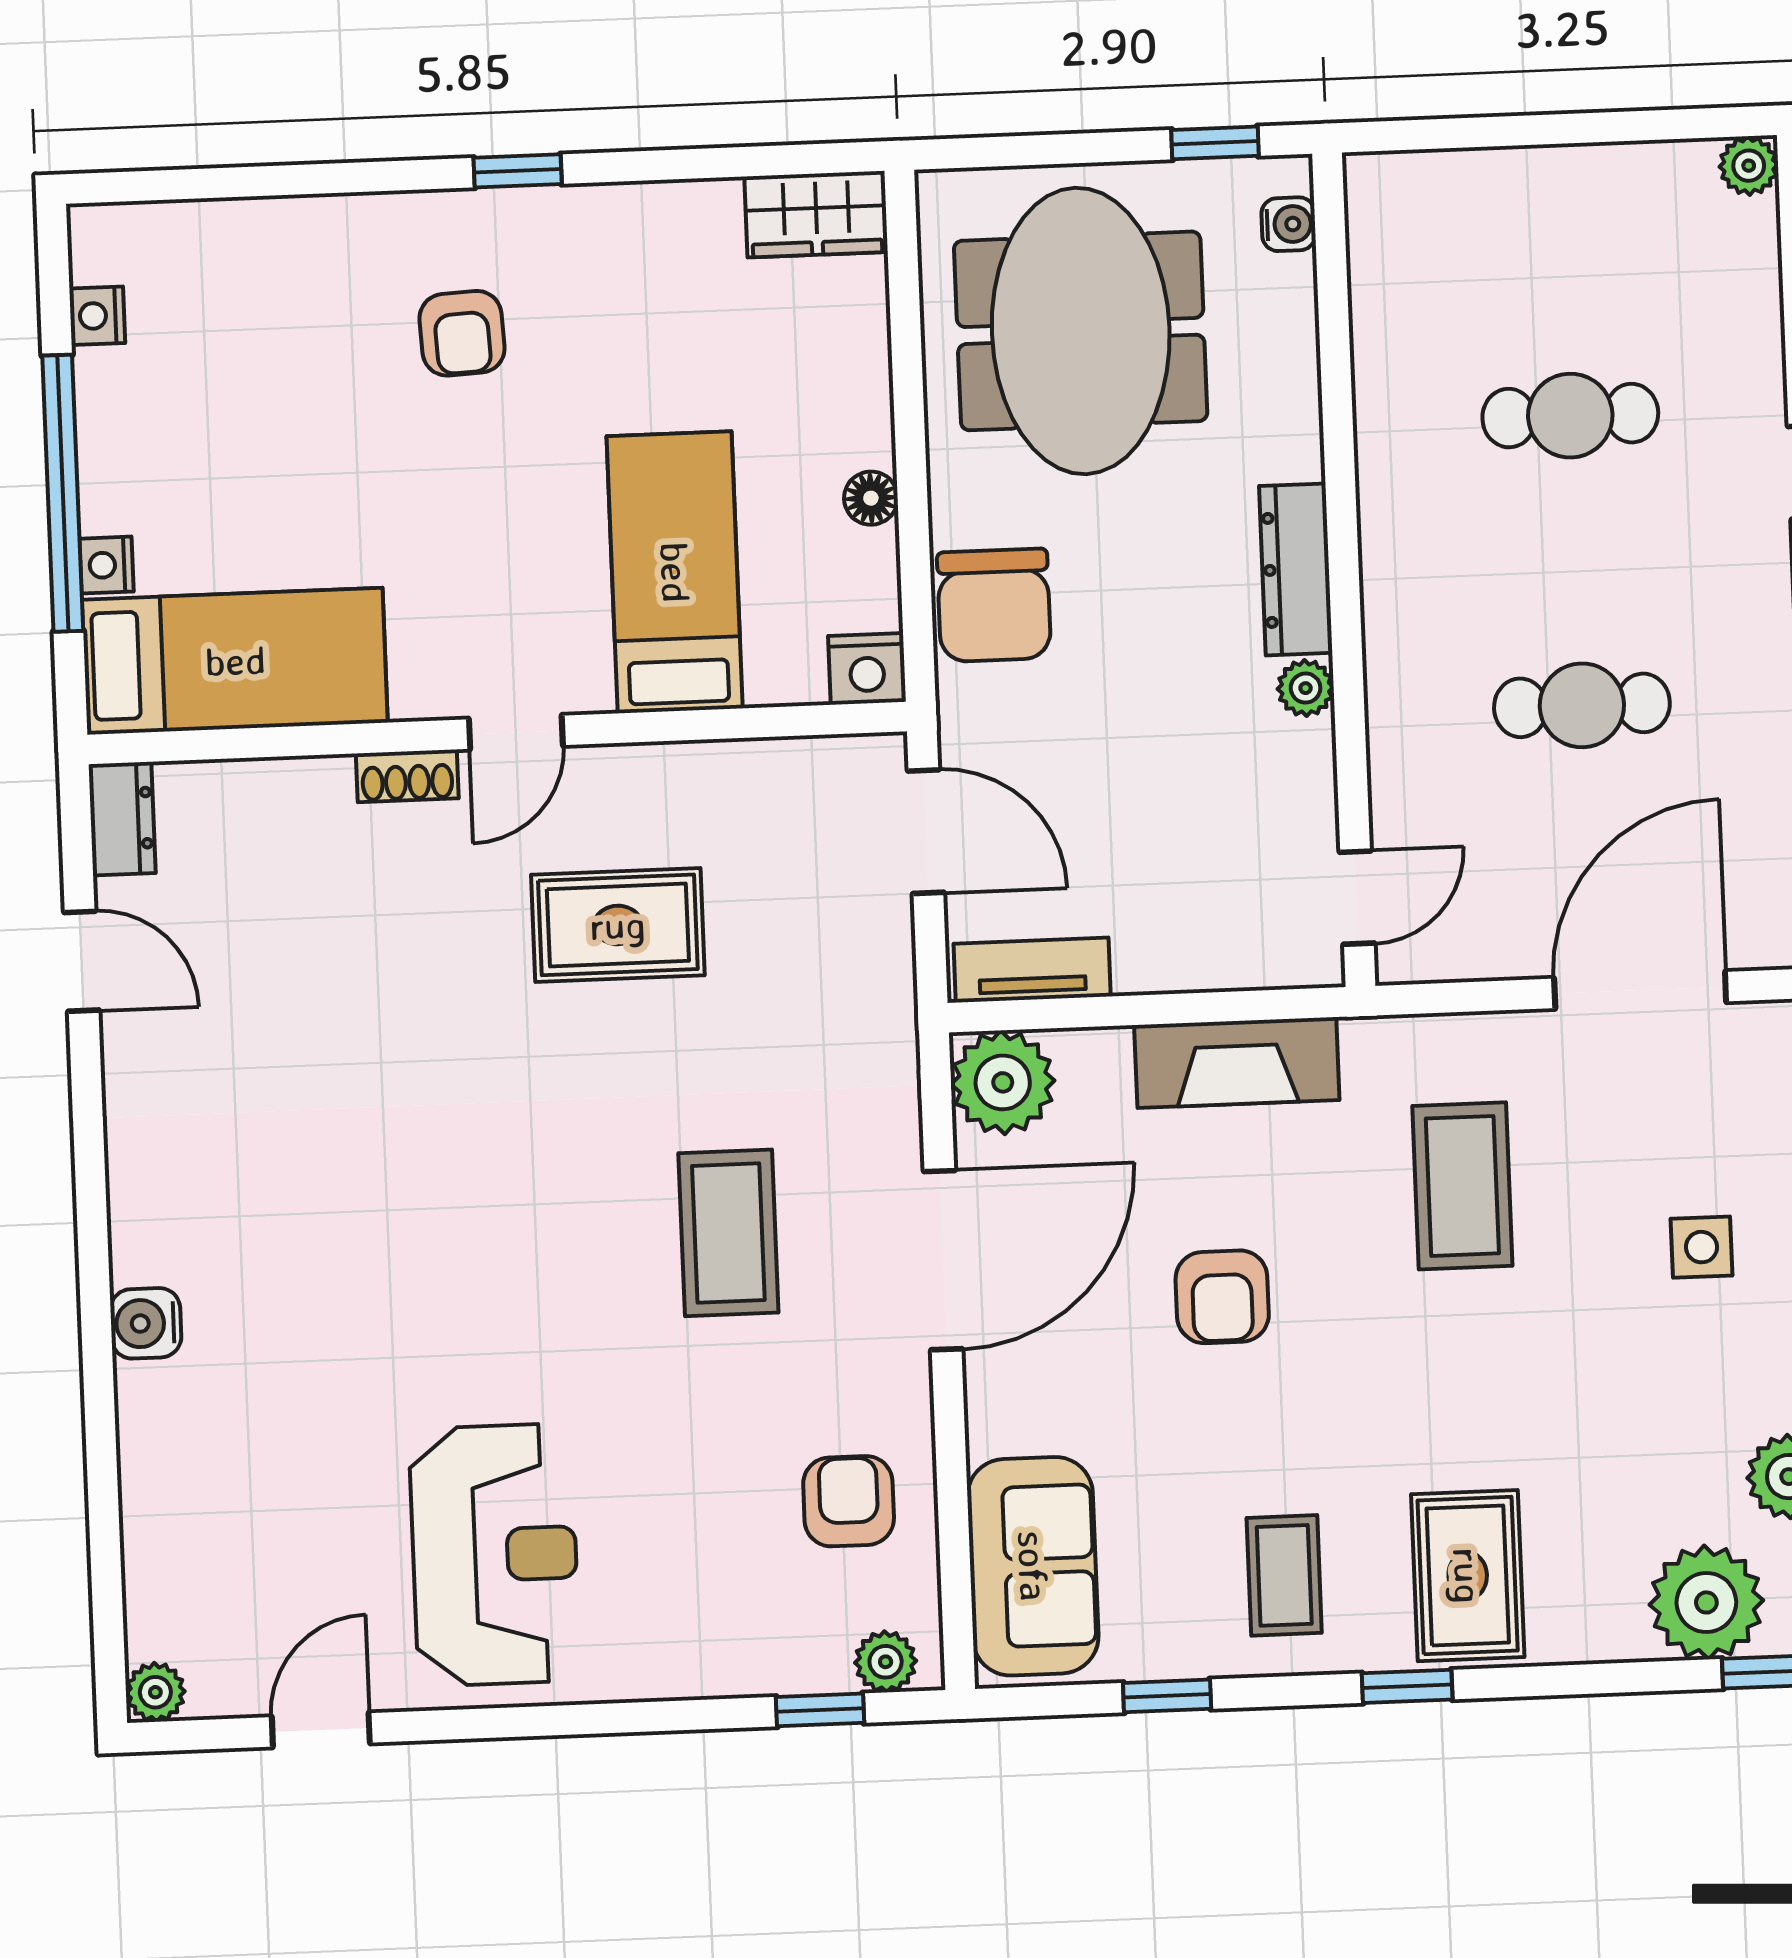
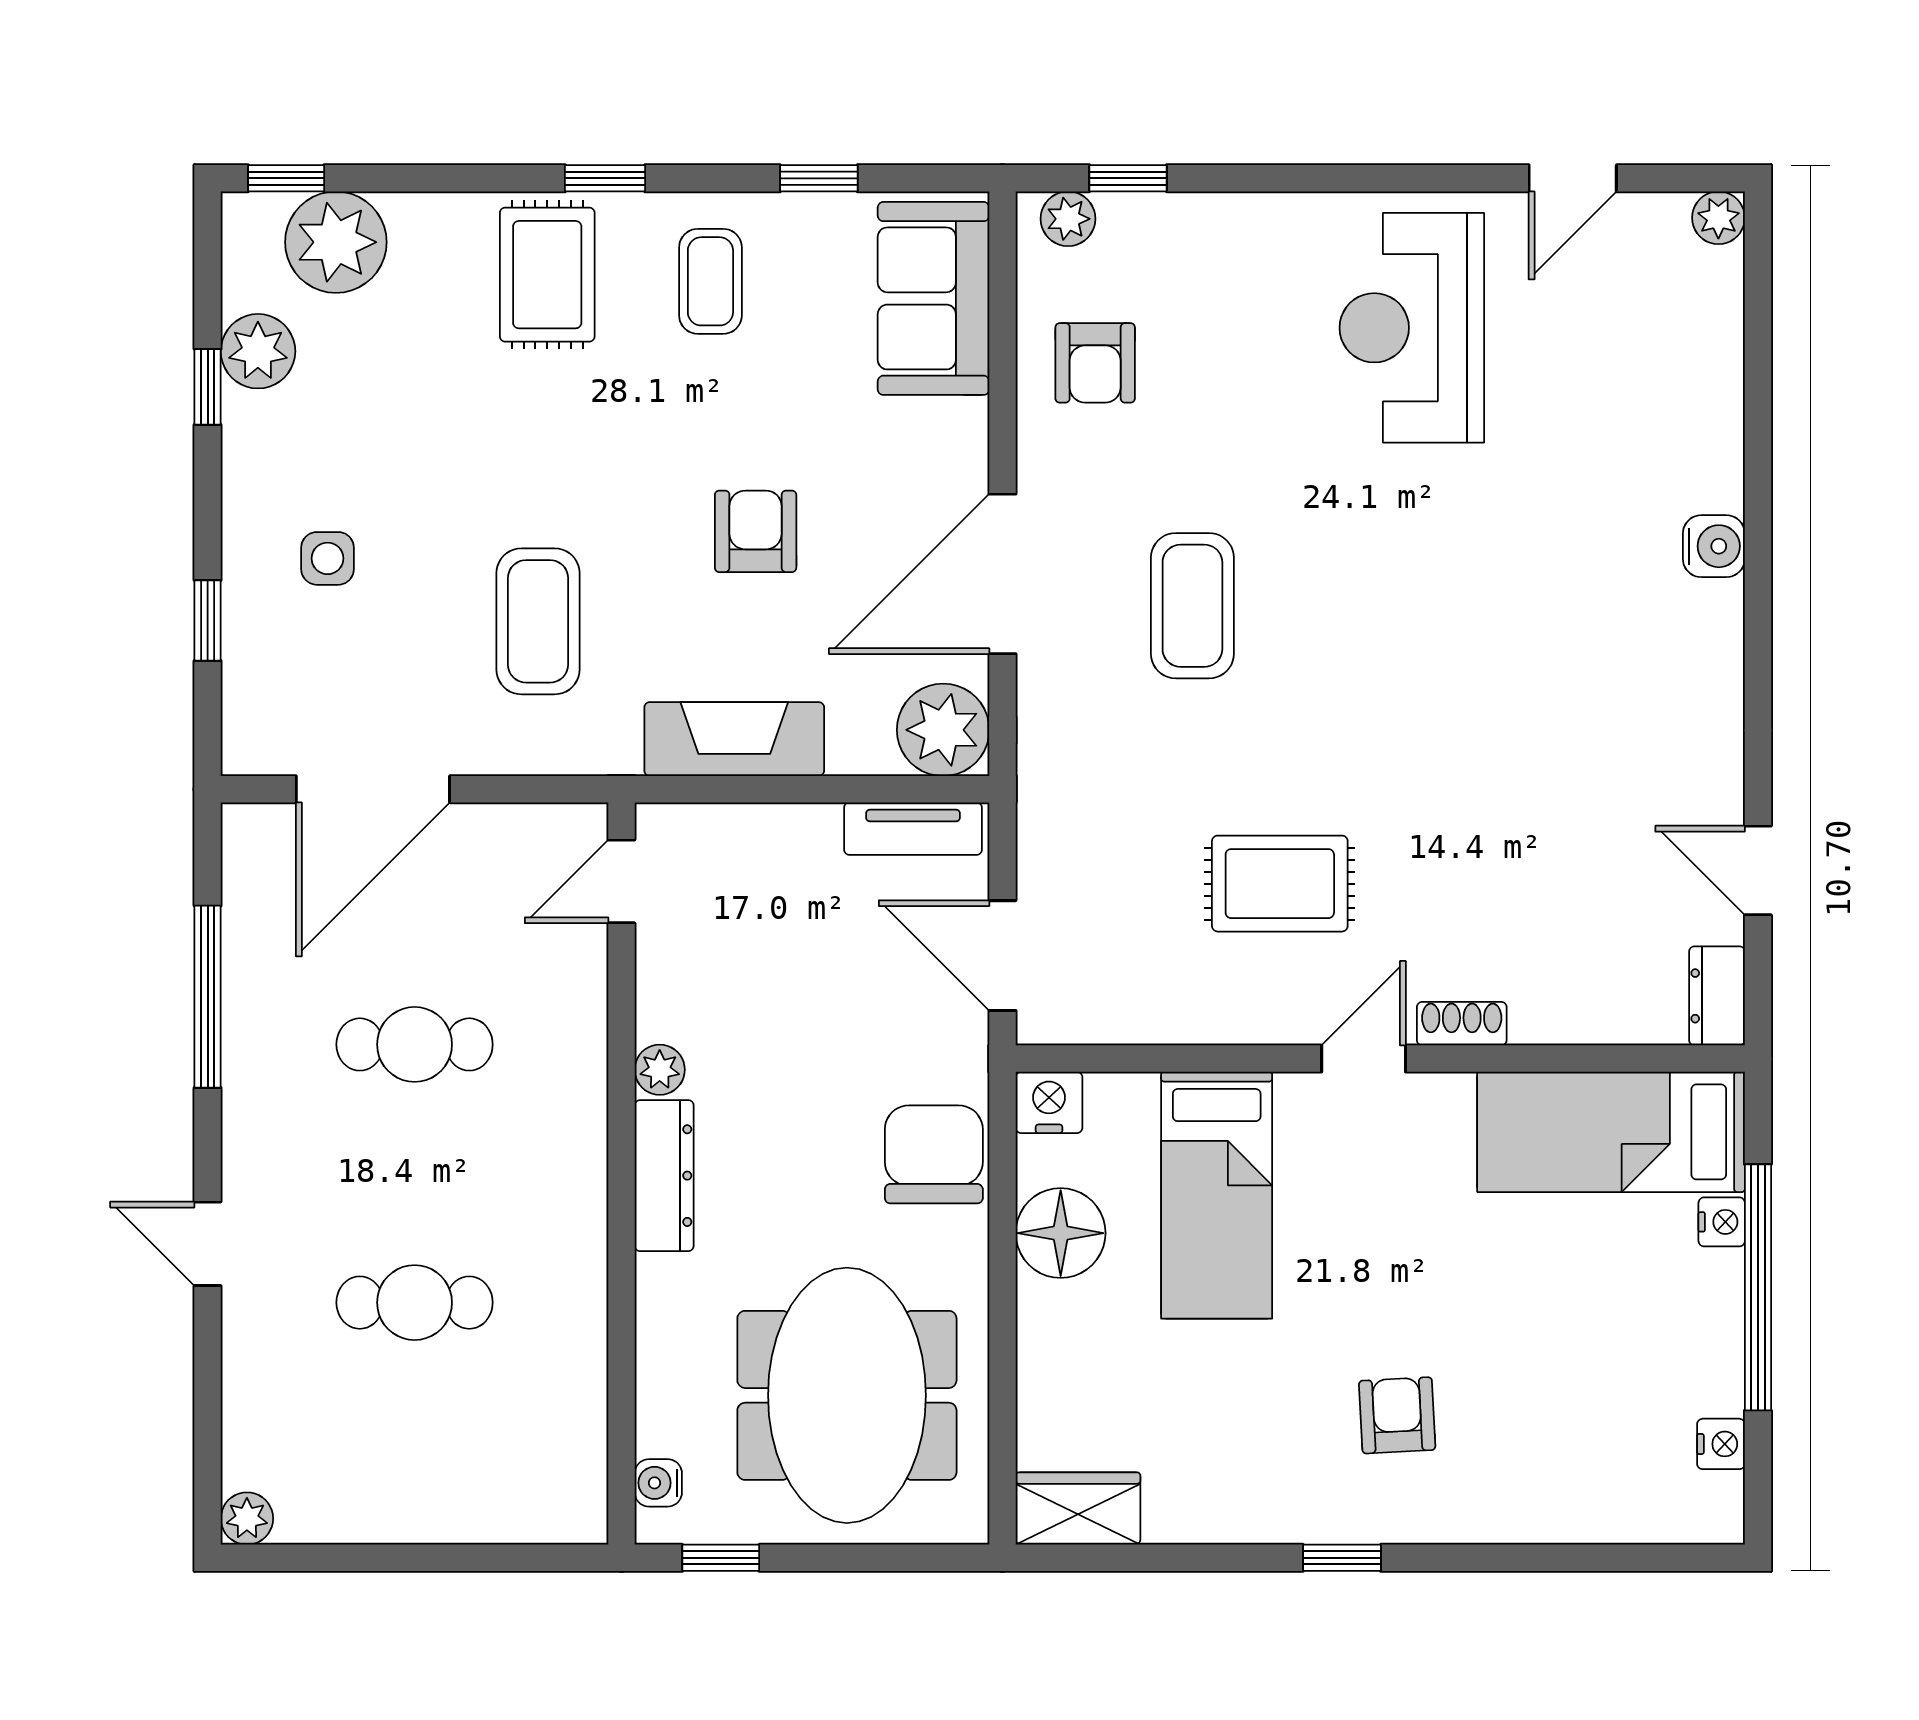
floor lamp: (871, 498) -> (1061, 1233), width x1.89, depth x1.89

